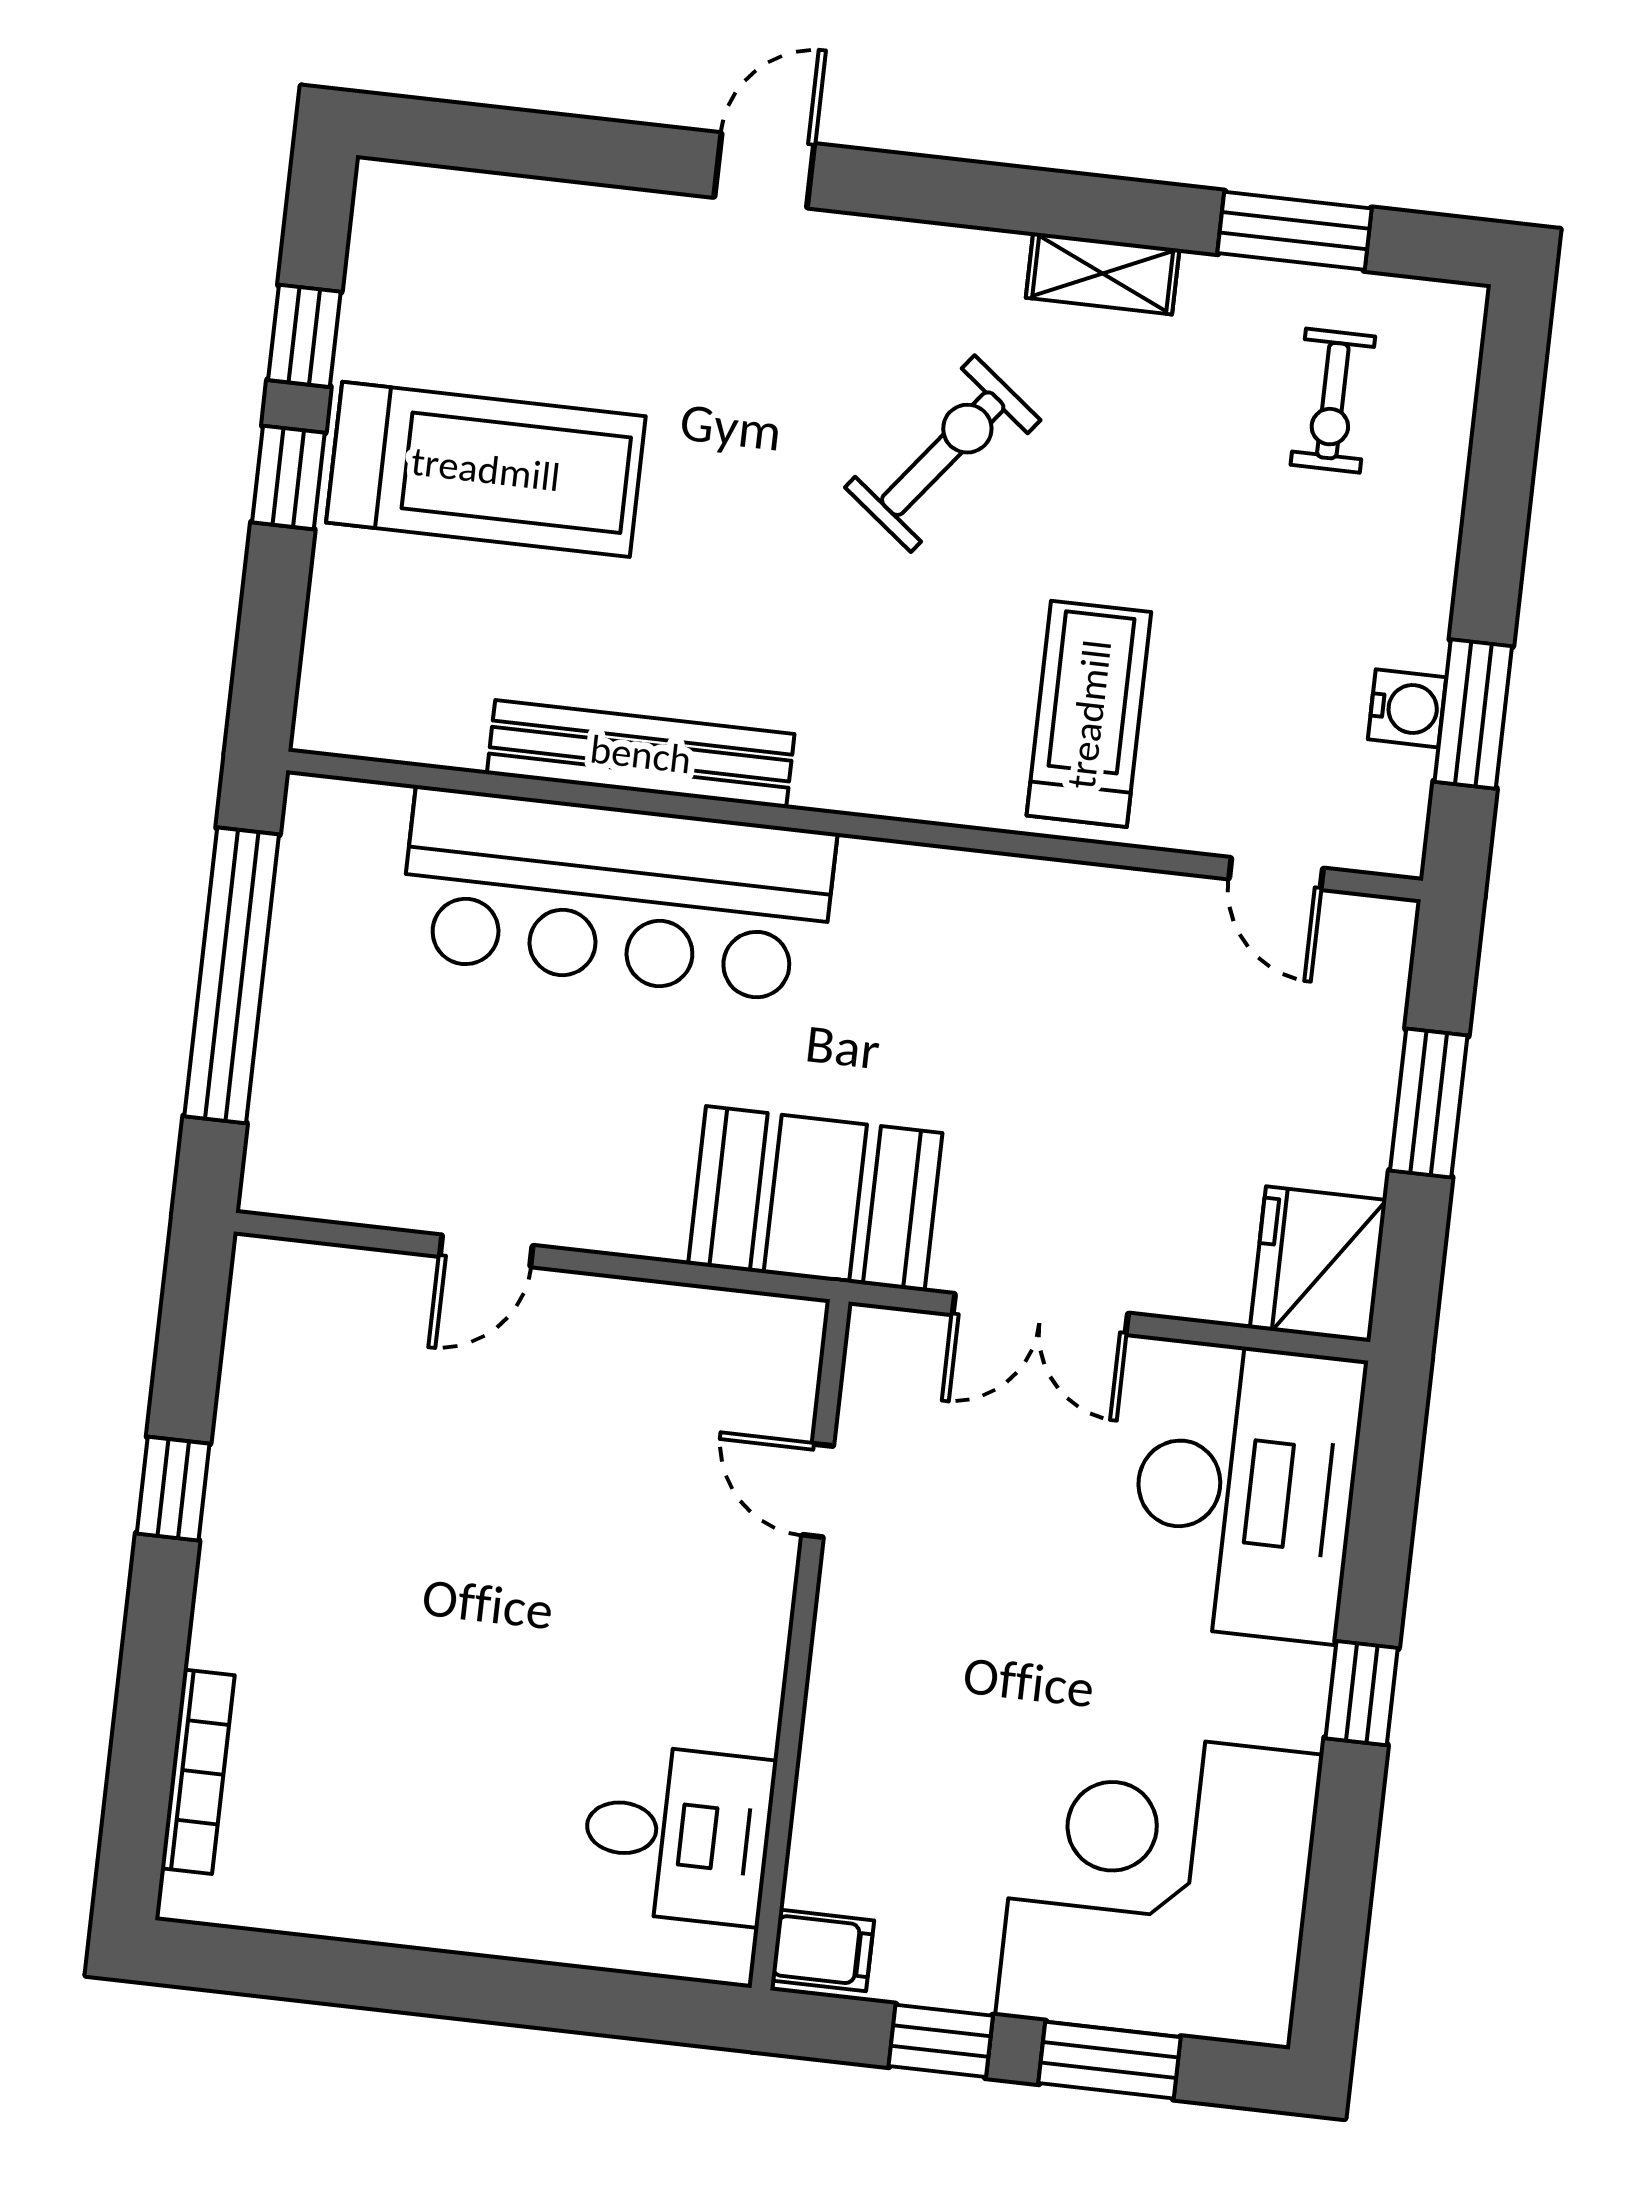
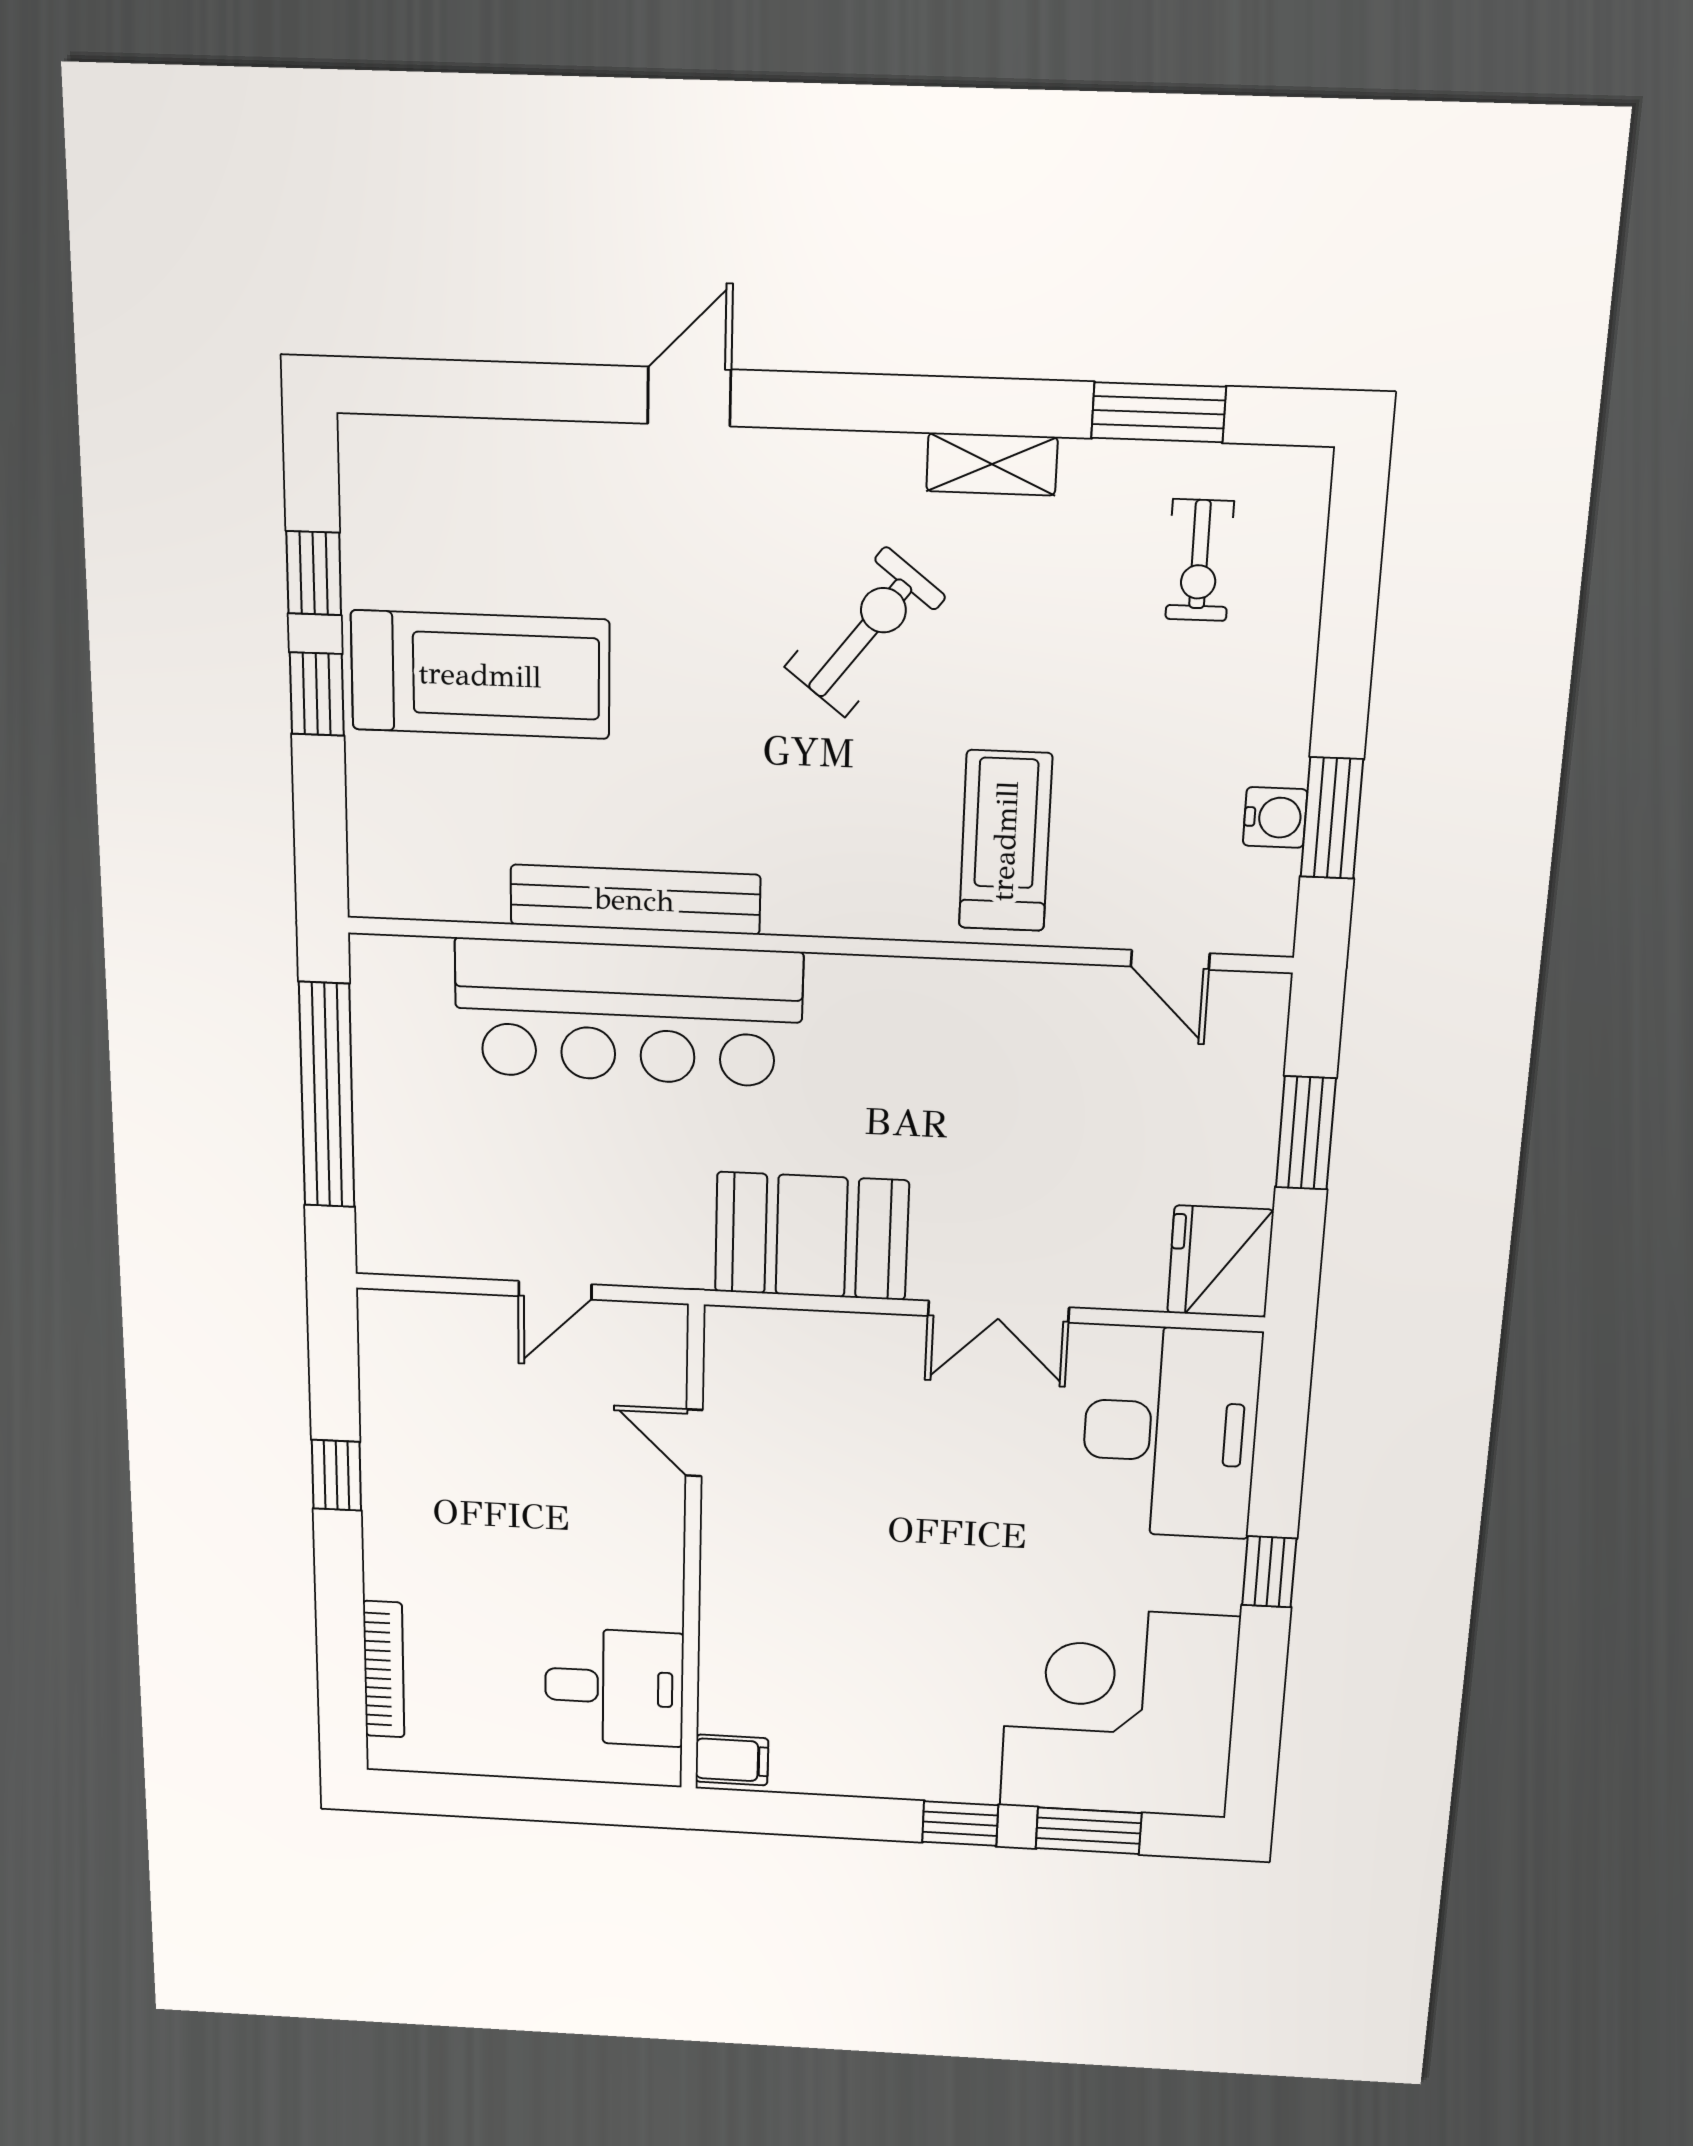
door: (818, 1490) -> (694, 1443), moved
wall: (800, 1645) -> (692, 1553), moved
desk: (678, 1834) -> (614, 1687), moved
filing cabinet: (823, 1950) -> (732, 1760), moved

